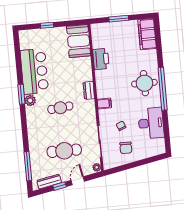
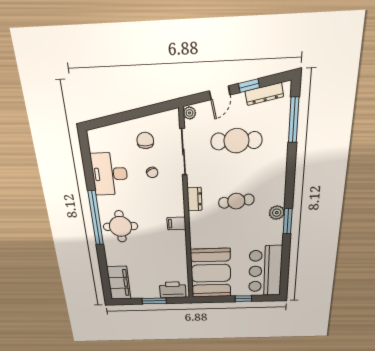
booth: (79, 41) -> (211, 273), width x1.36, depth x1.42
printer: (101, 59) -> (173, 290), moved, turned 90
bar counter: (34, 71) -> (265, 271), moved
dresser: (89, 90) -> (195, 199), moved
filing cabinet: (104, 103) -> (176, 223), moved

